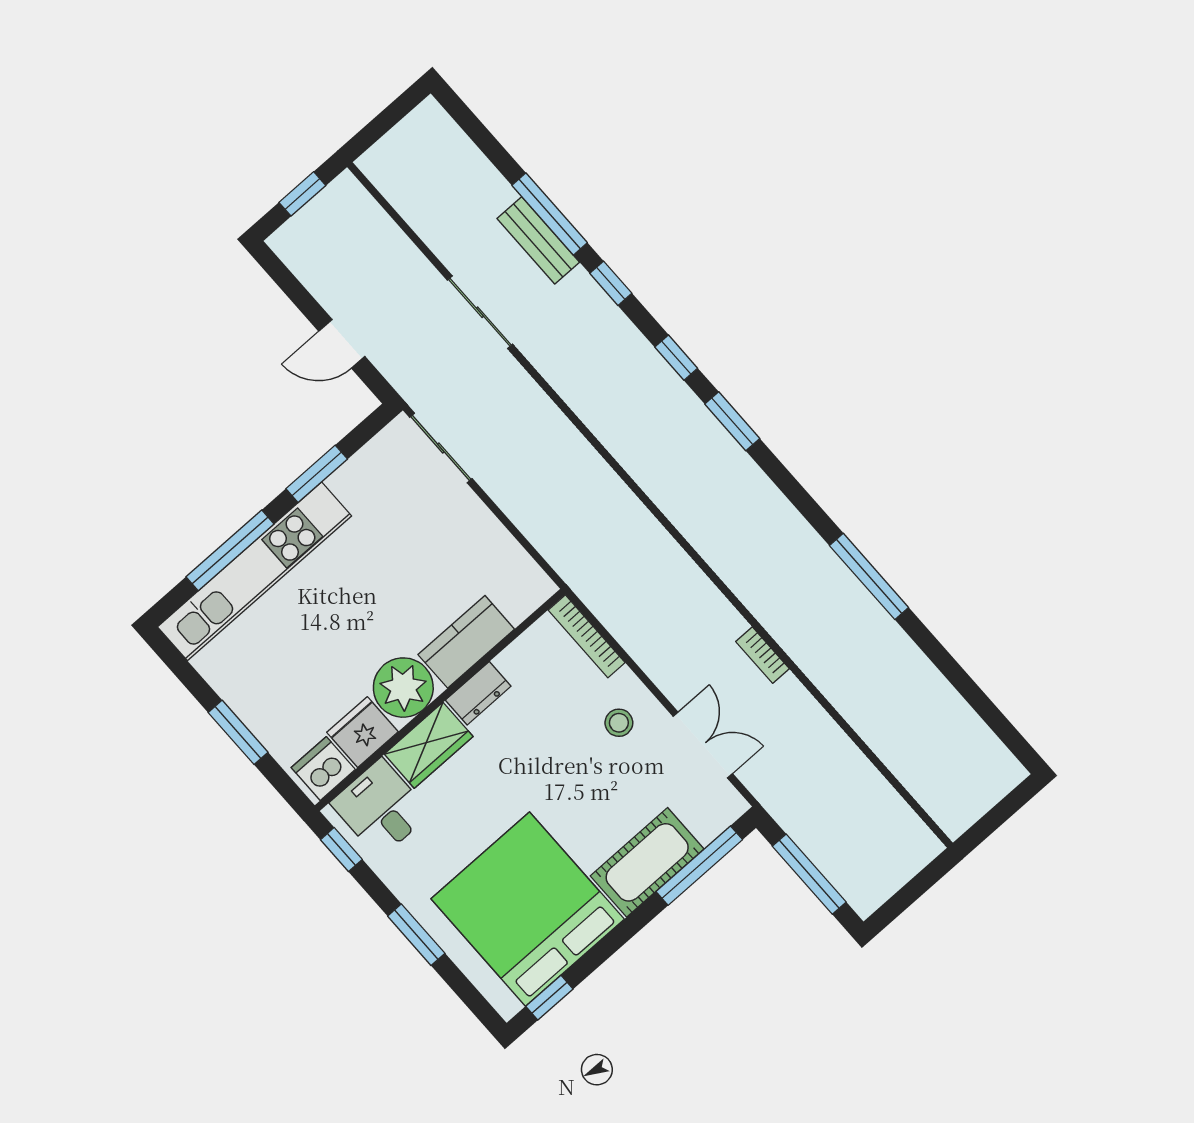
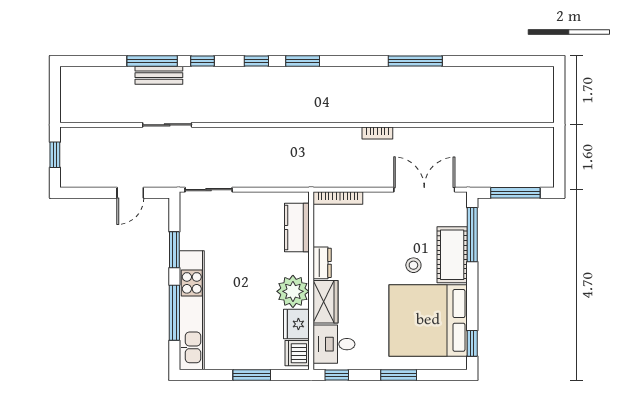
kitchen counter: (466, 642) -> (297, 228), moved
bookcase: (762, 655) -> (377, 133), moved
stool: (619, 723) -> (413, 265), moved
double door: (703, 745) -> (424, 190), width x1.37

